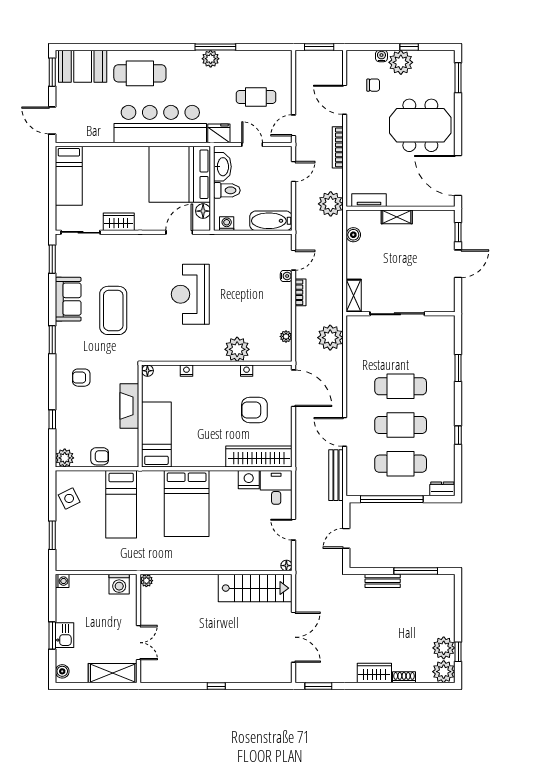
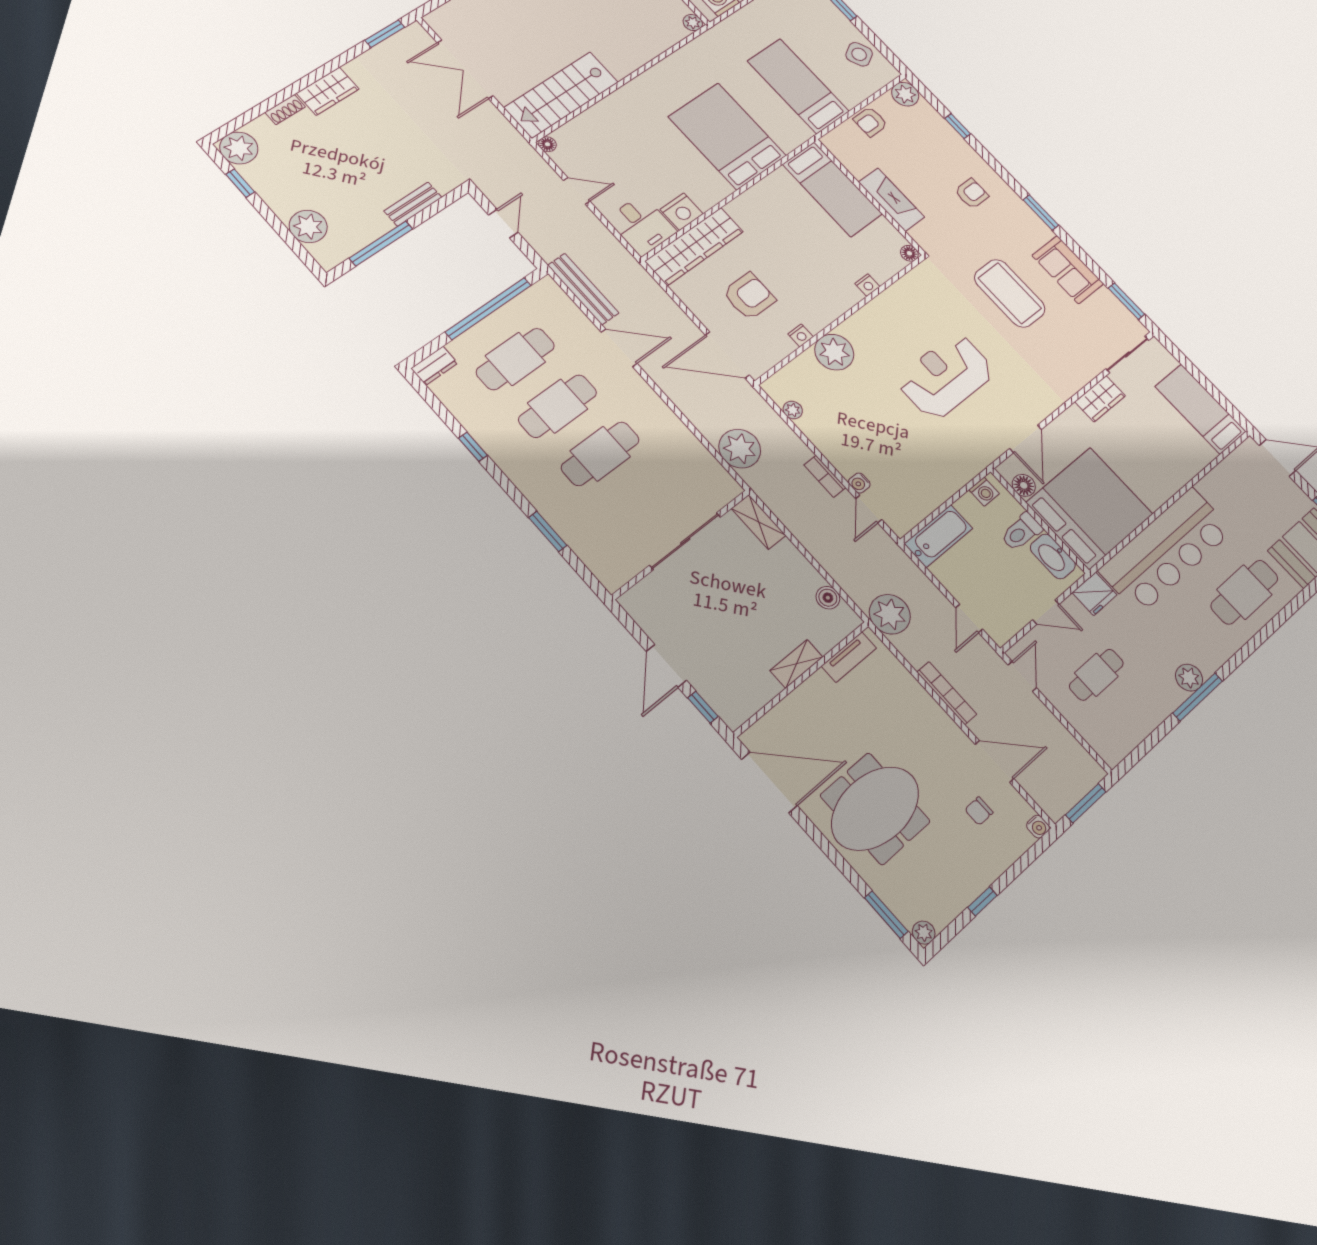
water cooler: (381, 56) -> (1038, 827), moved
plant: (401, 62) -> (924, 933), moved, width x0.53, depth x0.53
reception desk: (190, 294) -> (946, 376), turned -90
plant: (444, 648) -> (308, 226), moved

